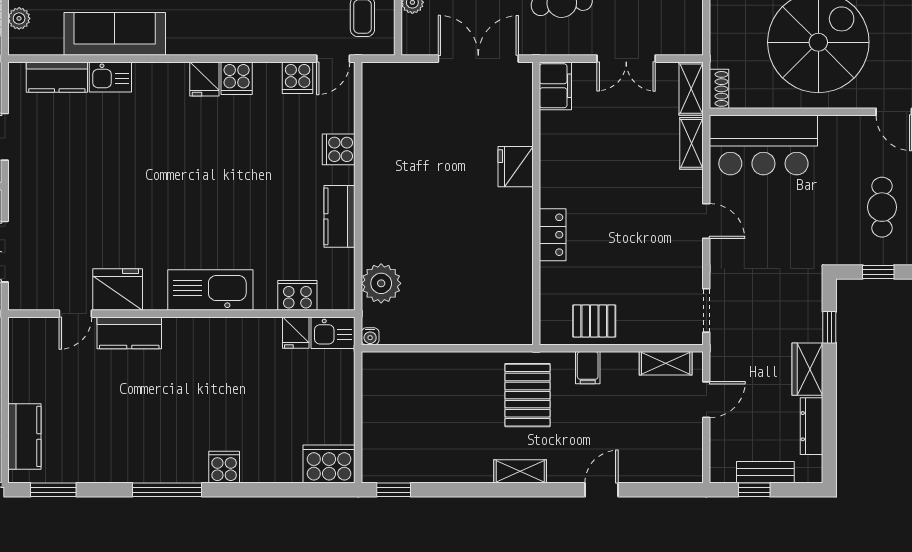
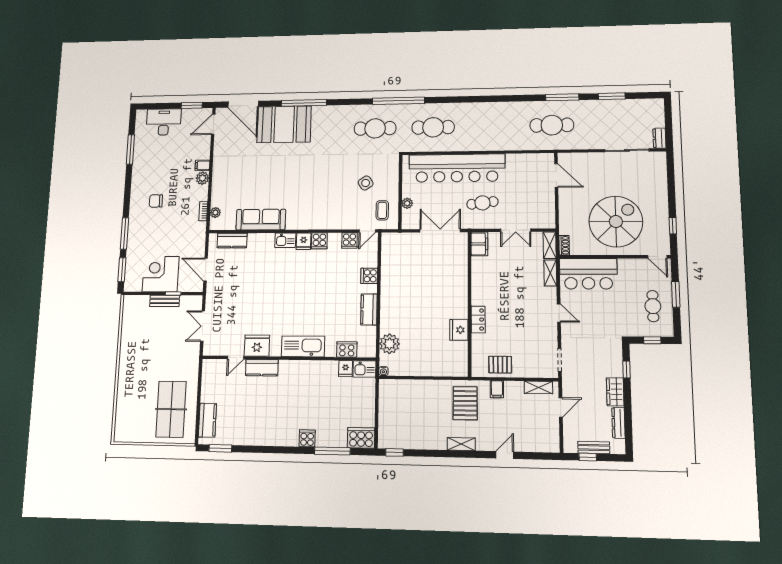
kitchen sink: (110, 77) -> (285, 240), moved
fridge: (516, 167) -> (459, 330), moved
window: (167, 490) -> (332, 451), moved

